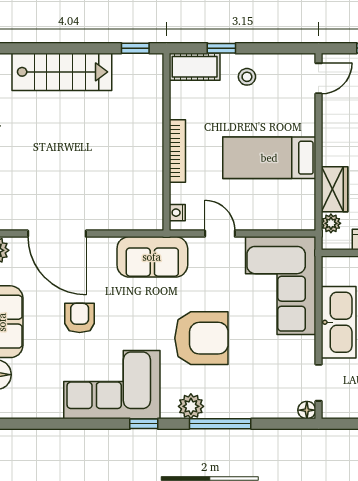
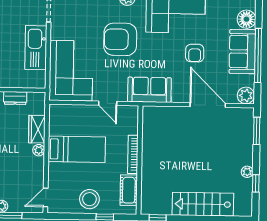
cot: (195, 67) -> (129, 190), moved, turned 90
stool: (247, 77) -> (89, 199), width x1.89, depth x1.89
nightstand: (177, 213) -> (134, 117), removed
plant: (331, 223) -> (39, 150), moved

